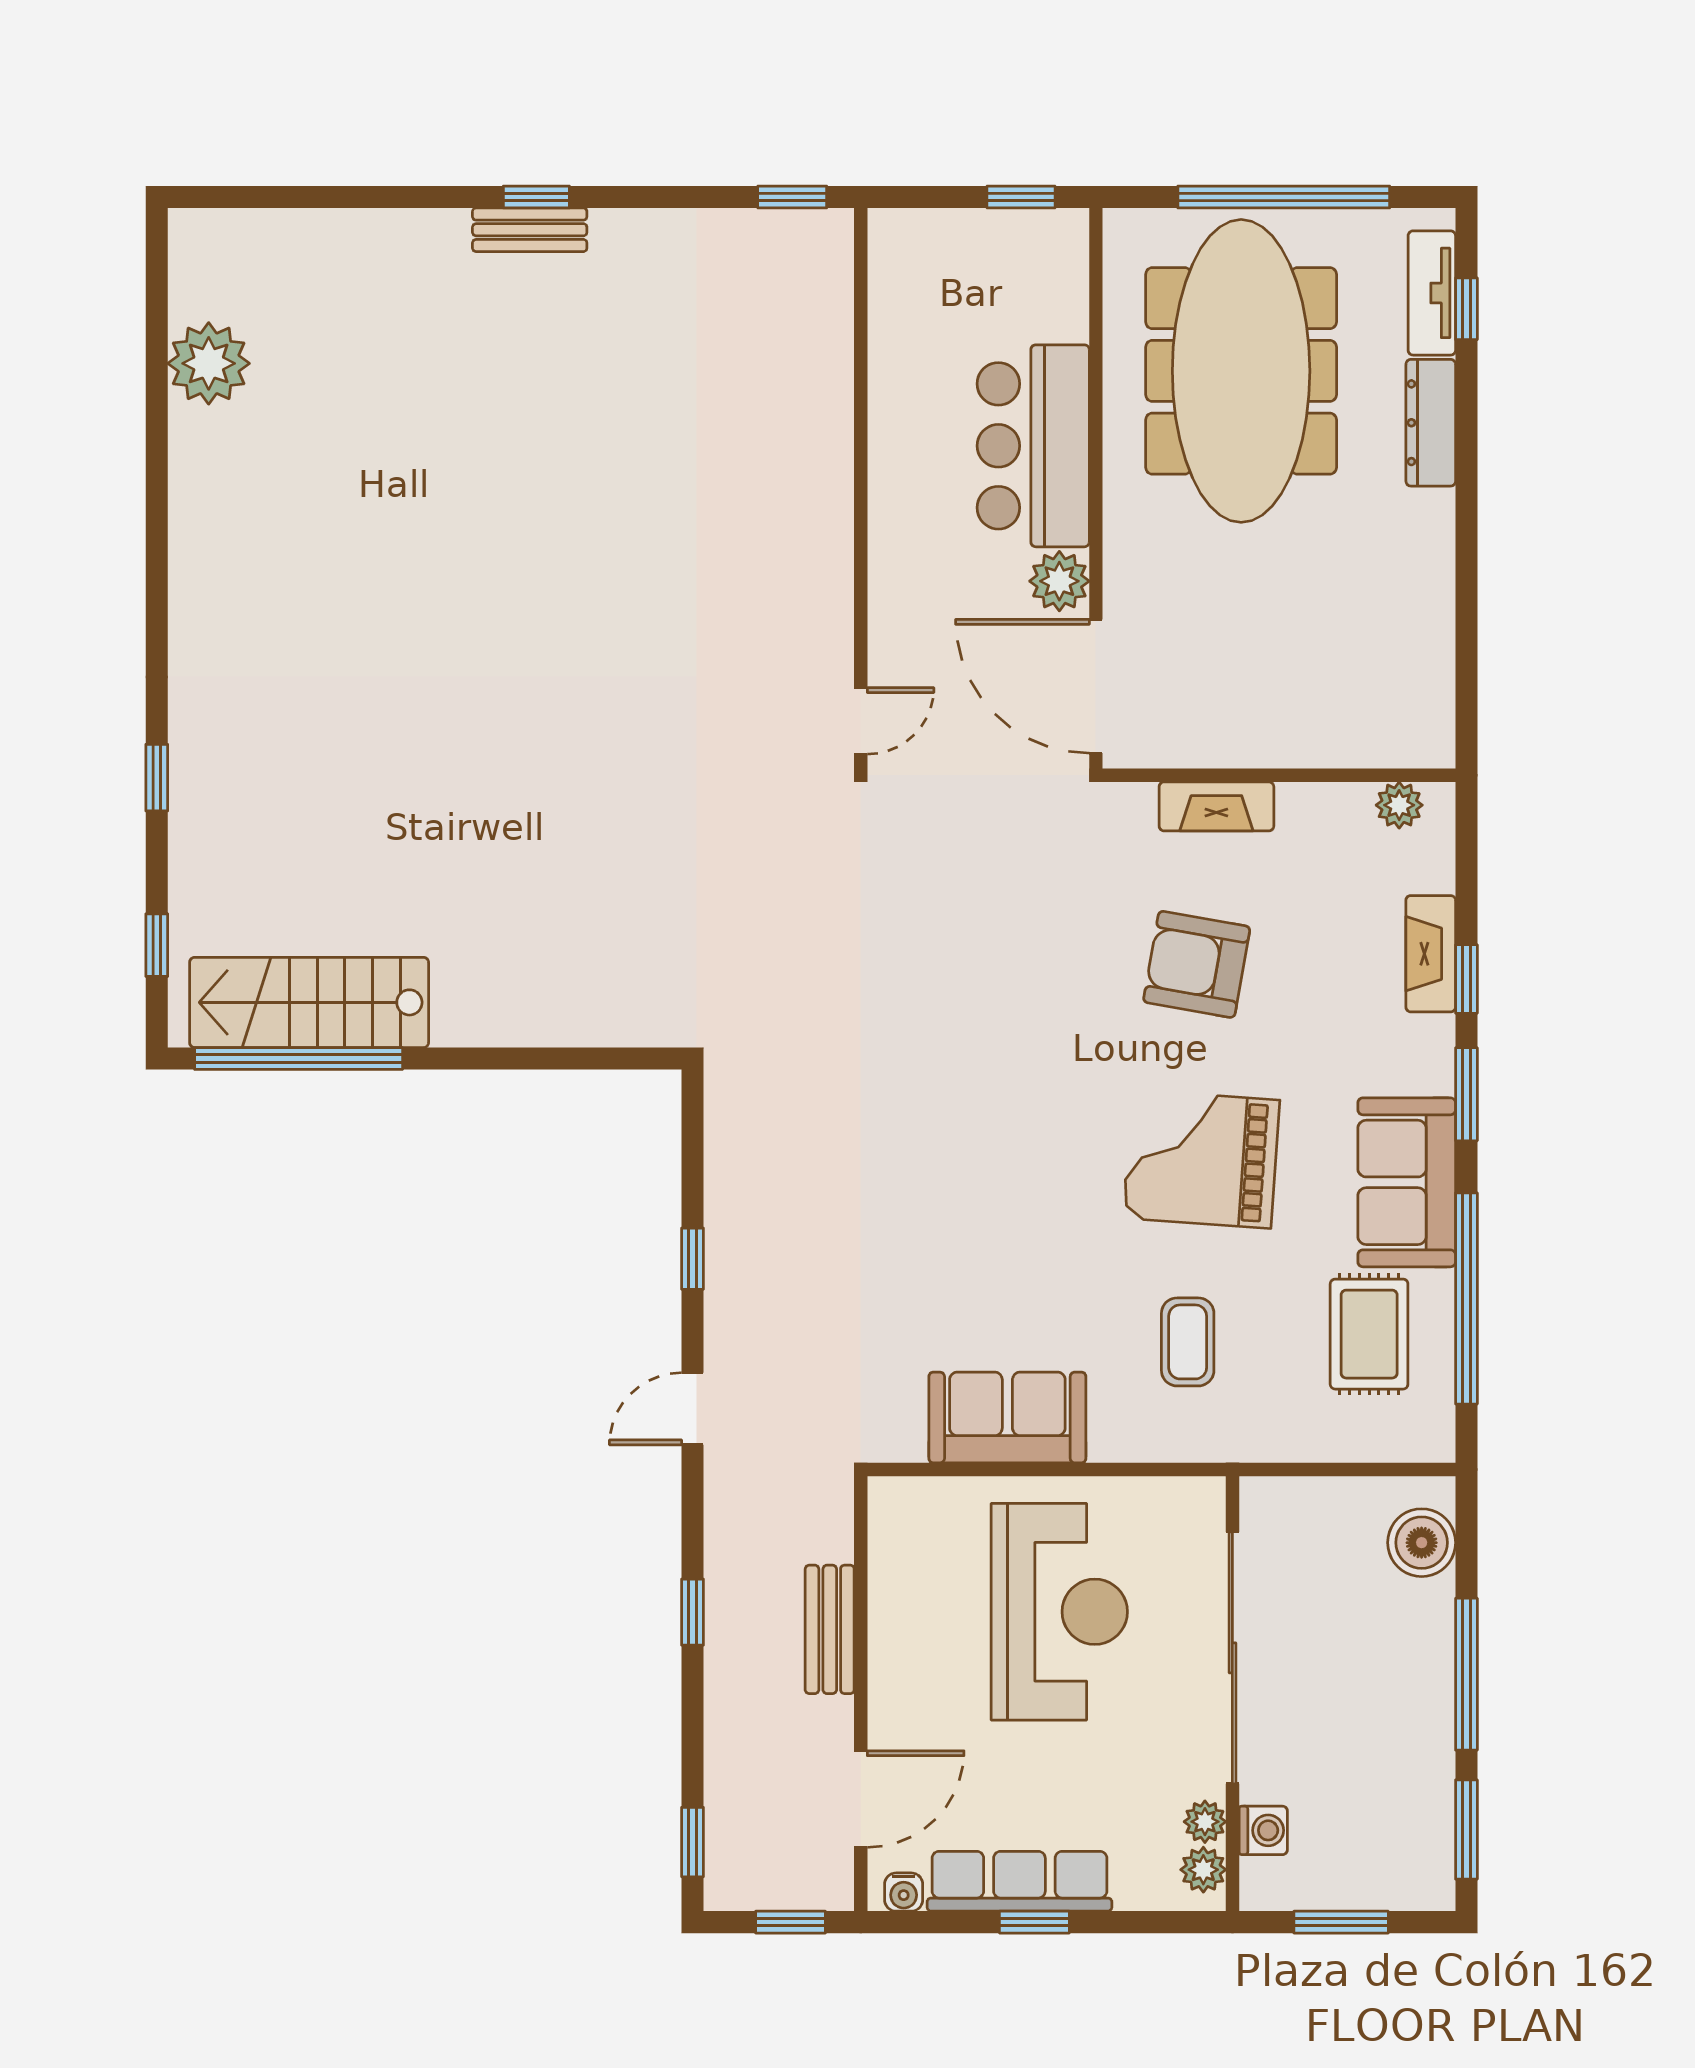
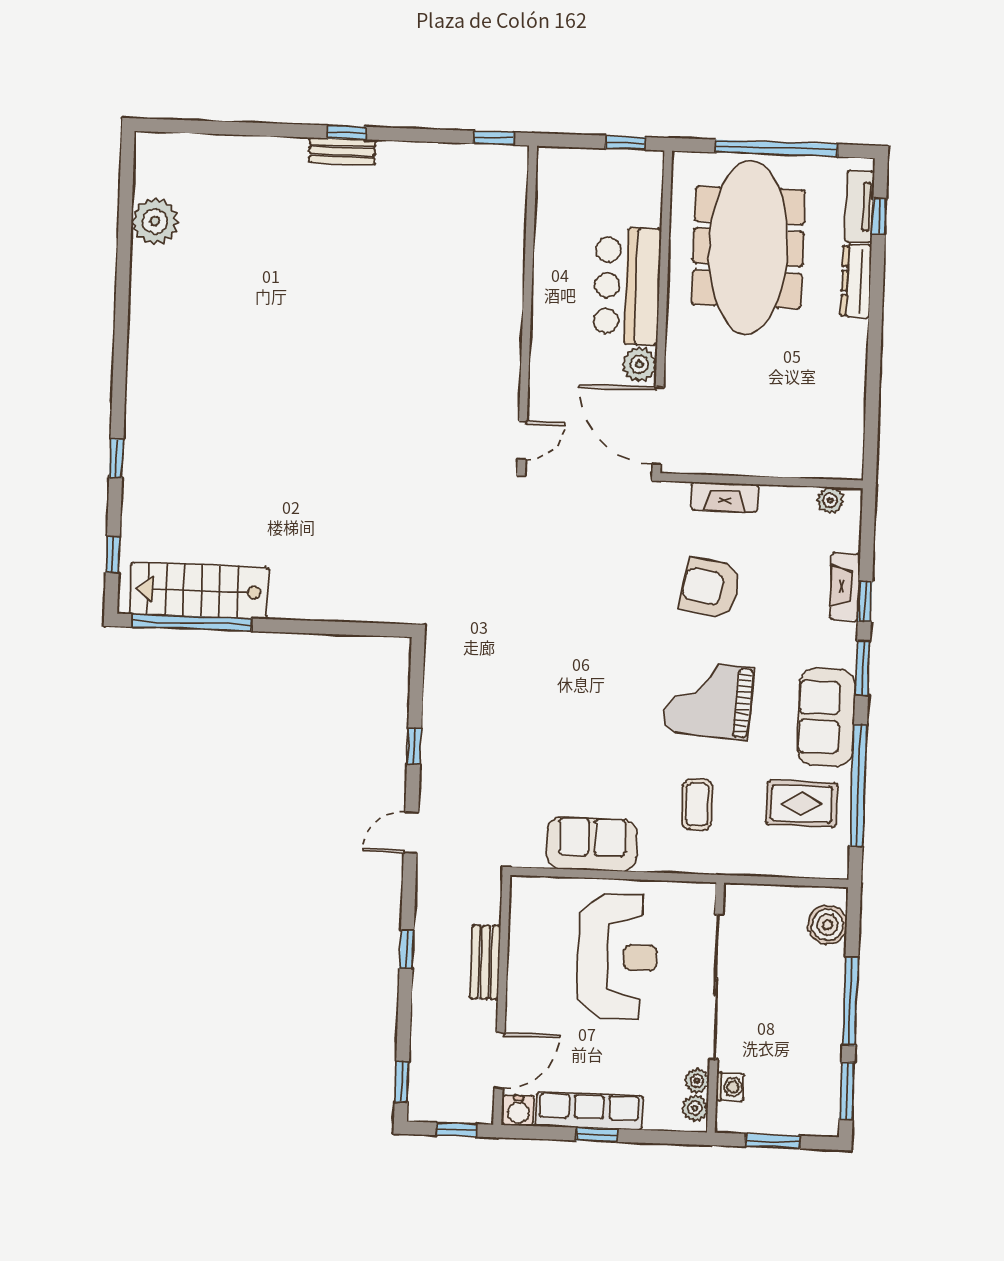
rug: (1369, 1334) -> (802, 804), turned 90
water cooler: (904, 1892) -> (518, 1110), width x1.38, depth x1.38

